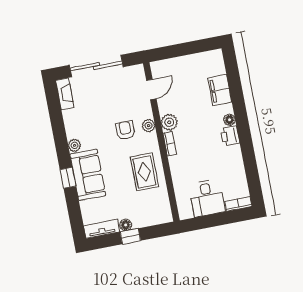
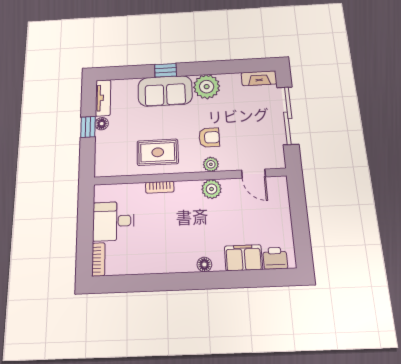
printer: (230, 136) -> (275, 258), moved
bookcase: (170, 144) -> (160, 187), moved
plant: (75, 145) -> (207, 87), width x1.87, depth x1.87

